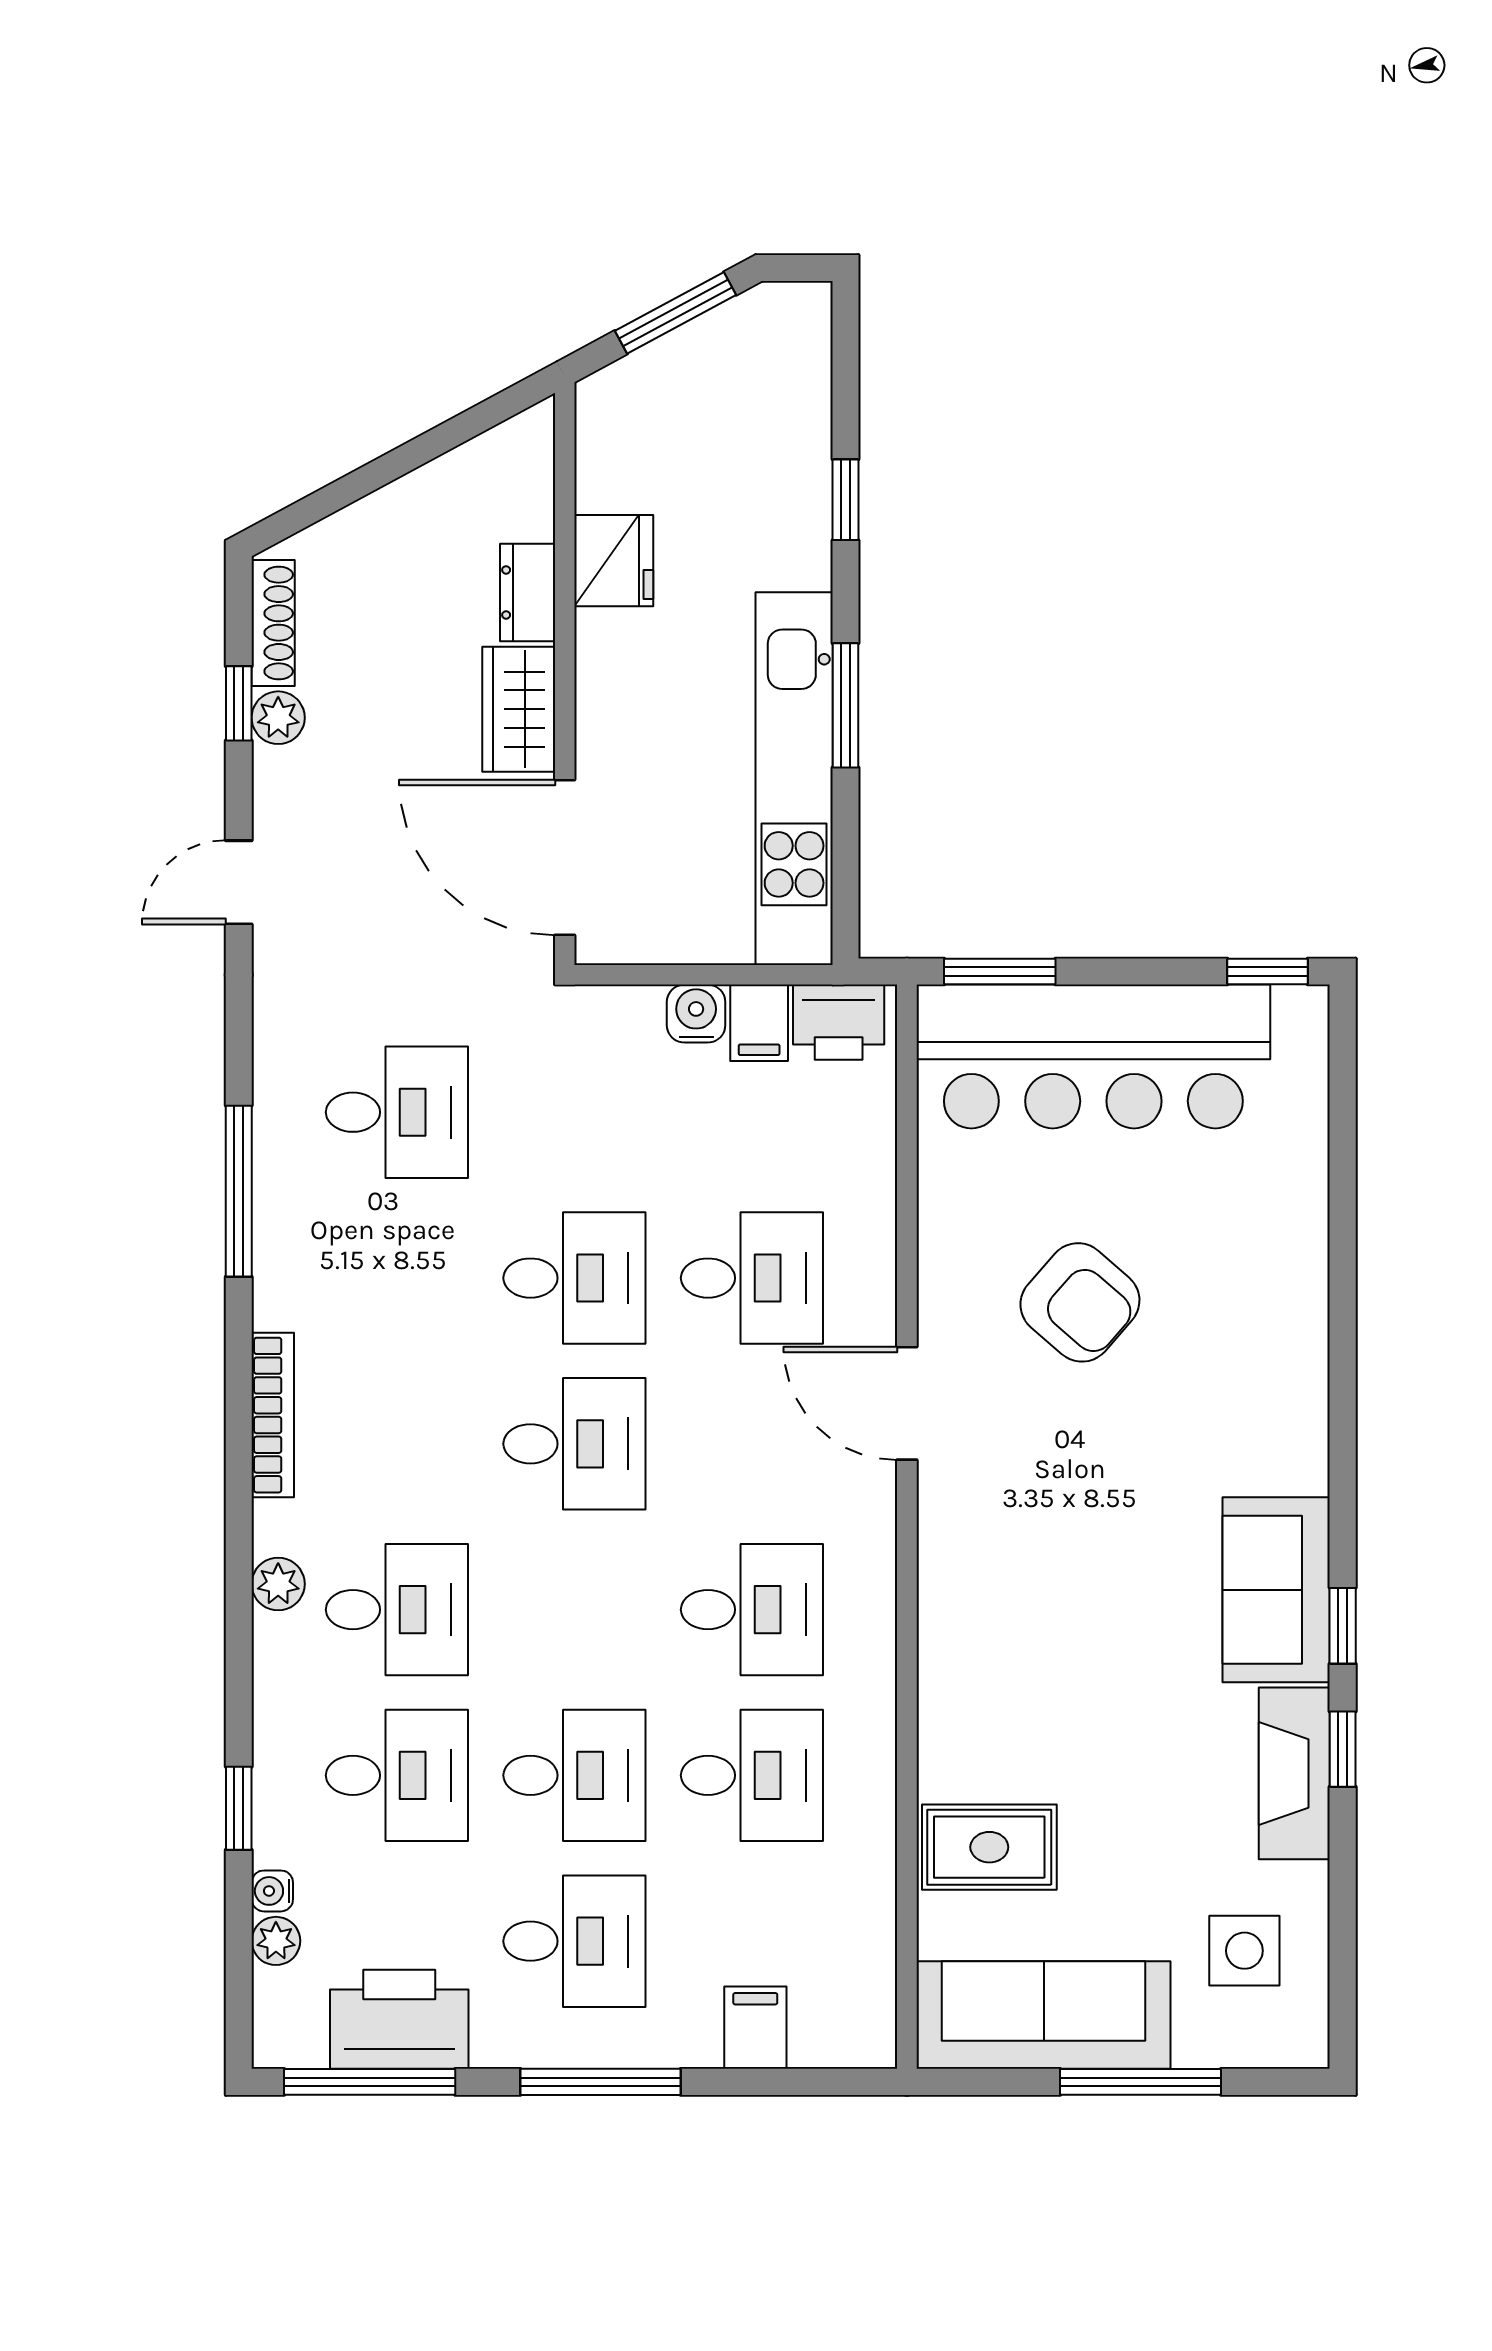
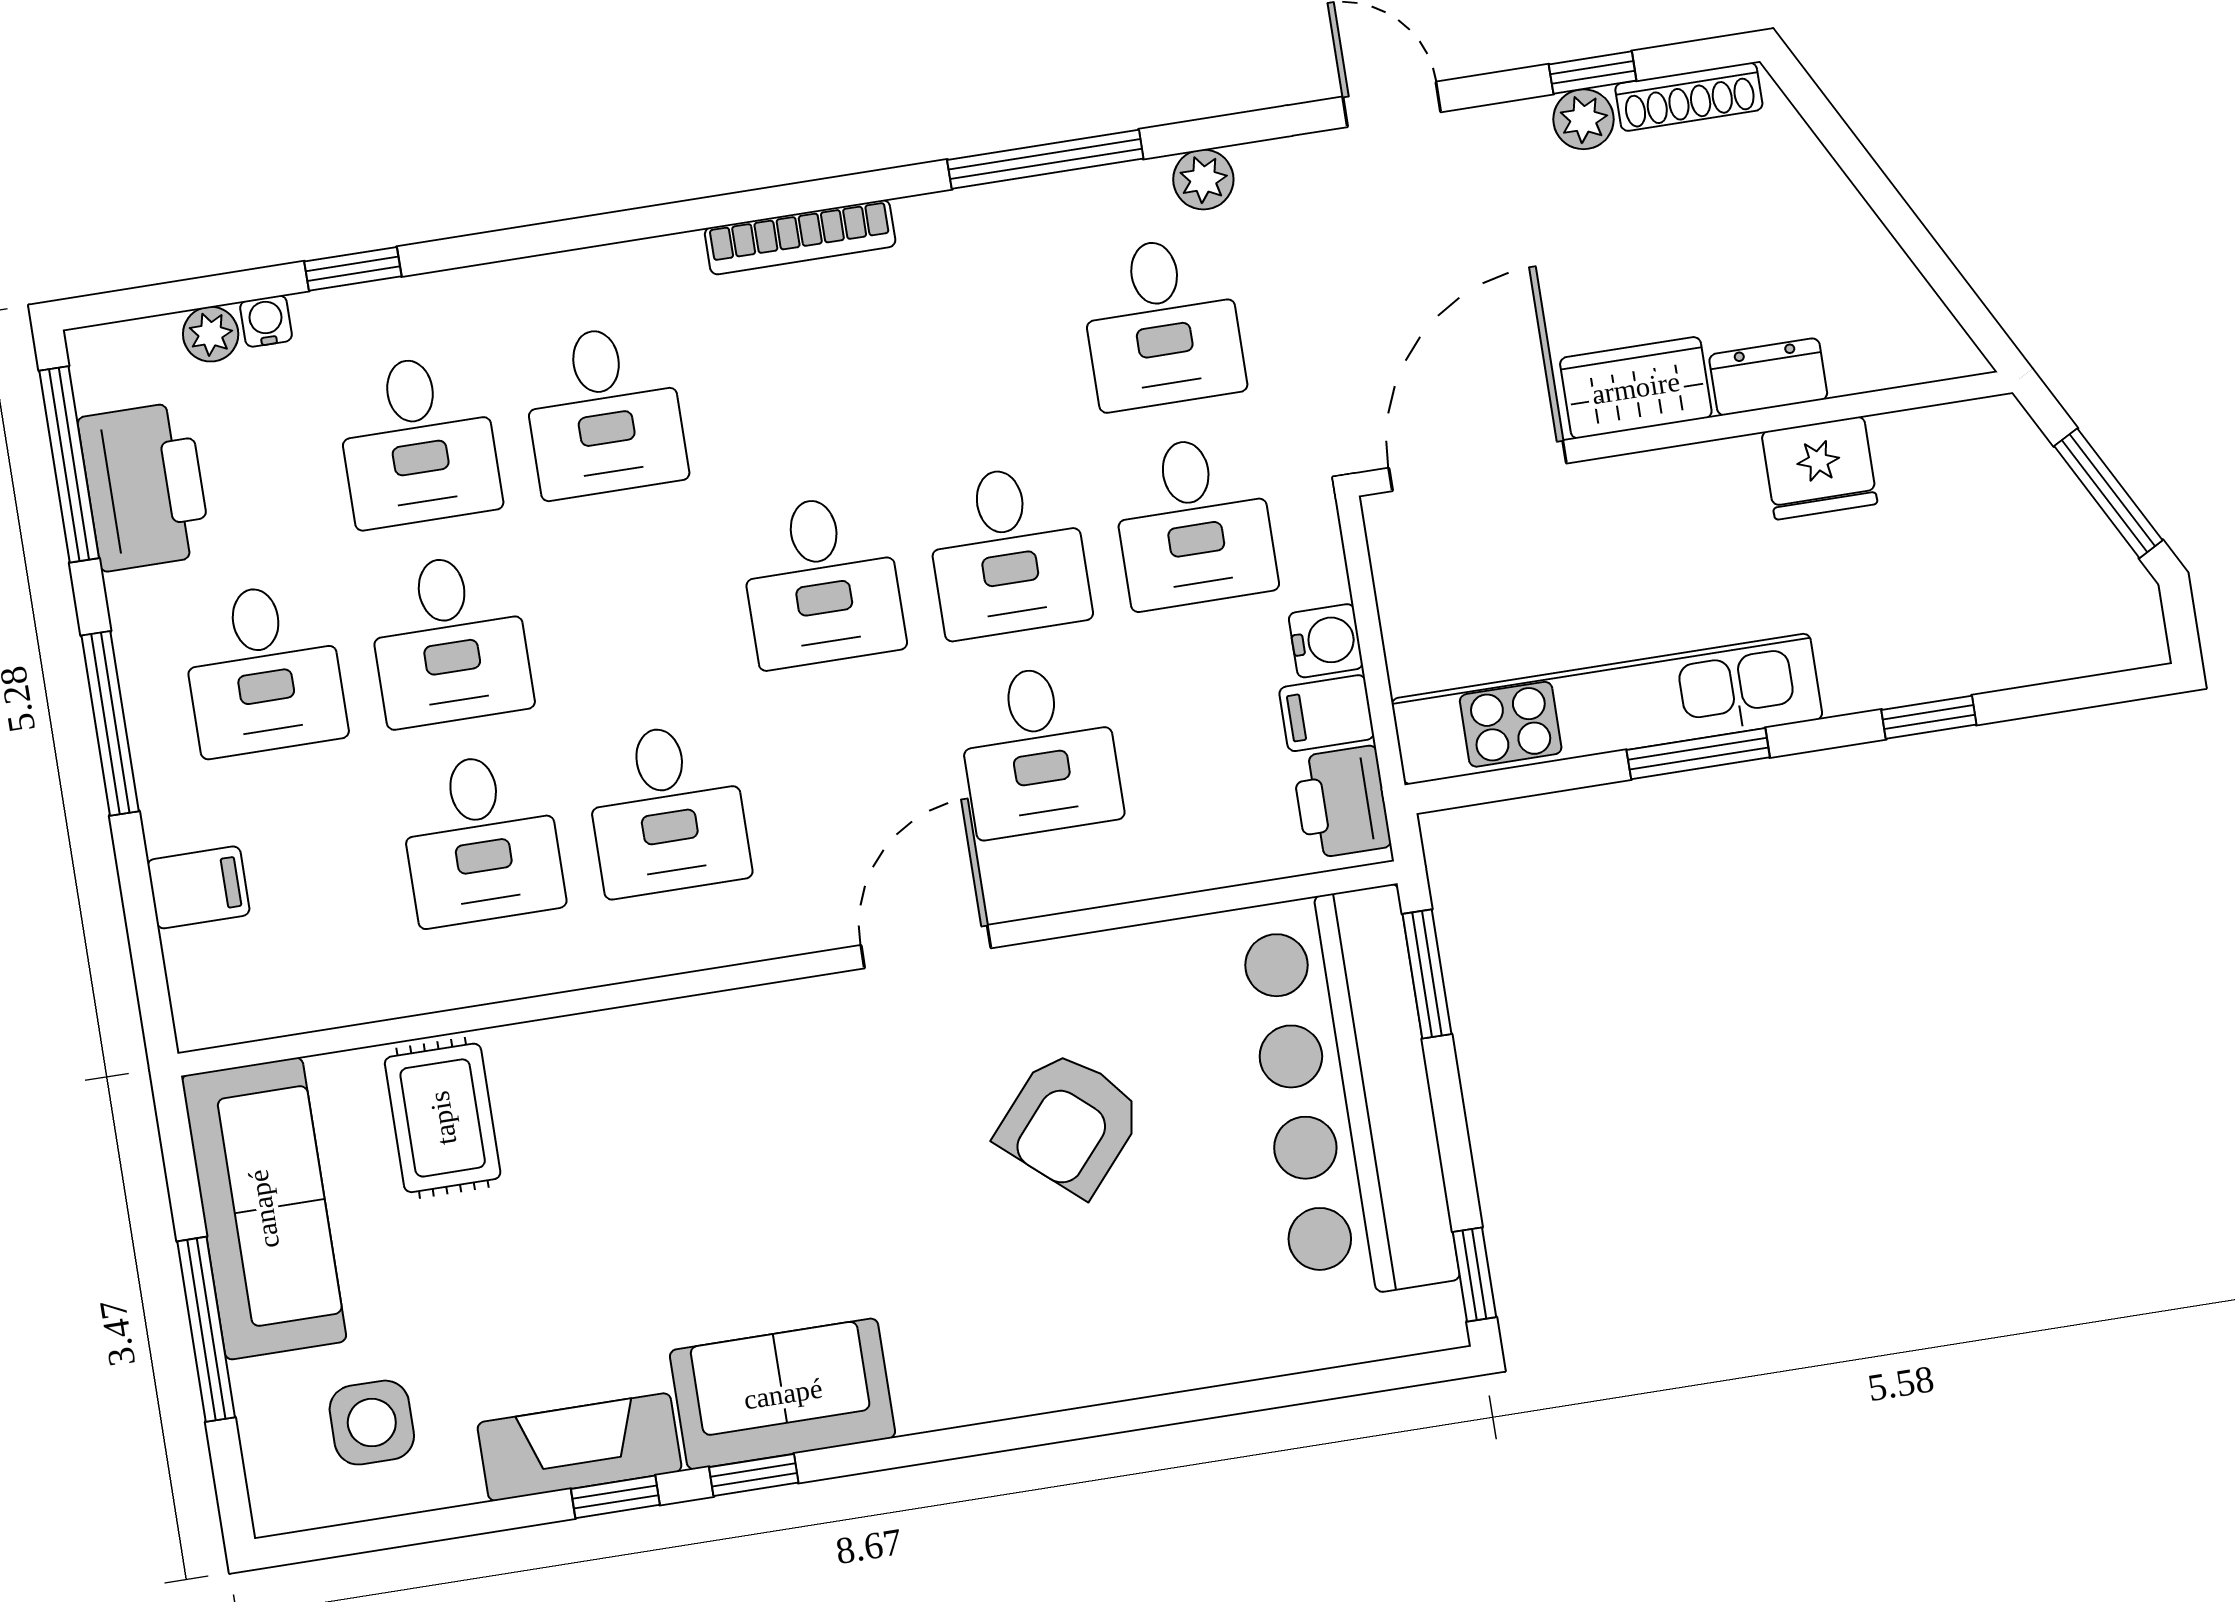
desk: (574, 1112) -> (1193, 522), added
plant: (278, 1584) -> (1203, 179), moved

